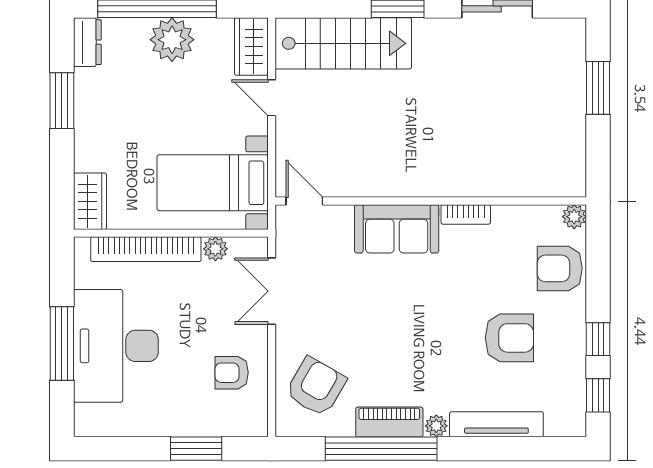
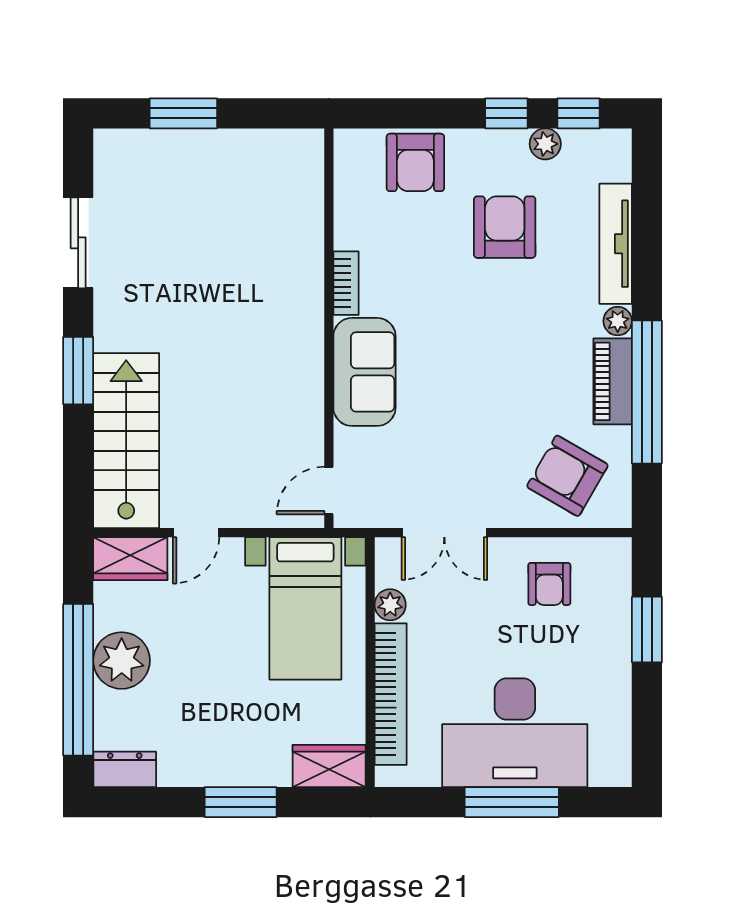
window: (62, 101) -> (241, 802), moved
plant: (574, 217) -> (545, 144), moved

